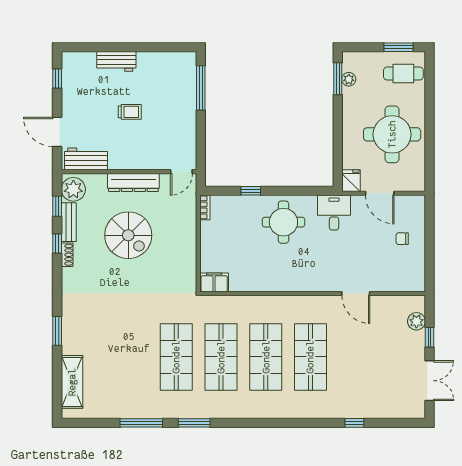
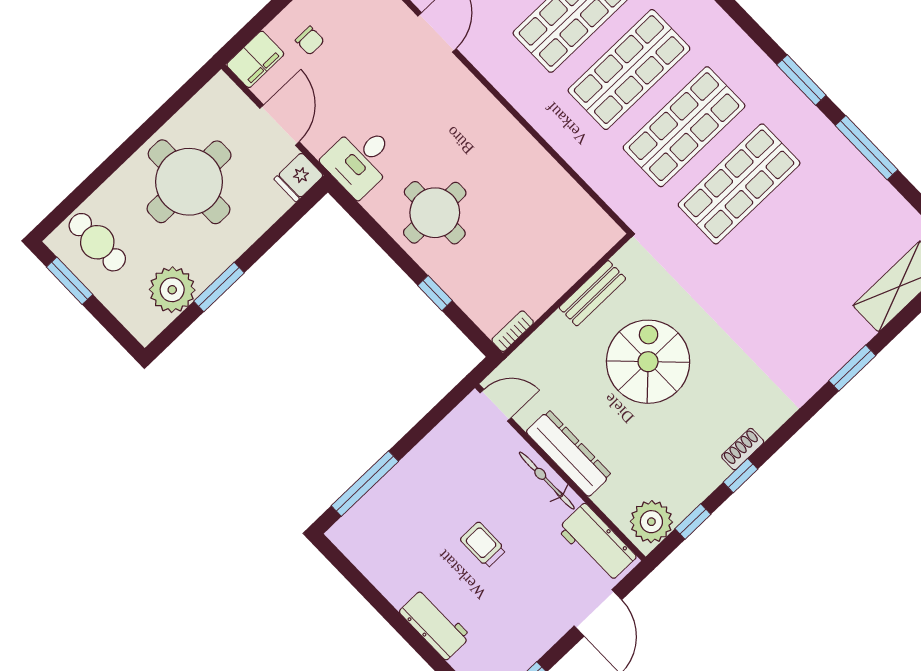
window: (338, 79) -> (219, 287), moved
plant: (349, 79) -> (172, 290), width x1.88, depth x1.88
bicycle: (131, 163) -> (547, 481), added
bench: (69, 222) -> (592, 293), moved
spiral stairs: (128, 235) -> (648, 362), moved
filing cabinet: (214, 282) -> (255, 59), moved, turned -90

